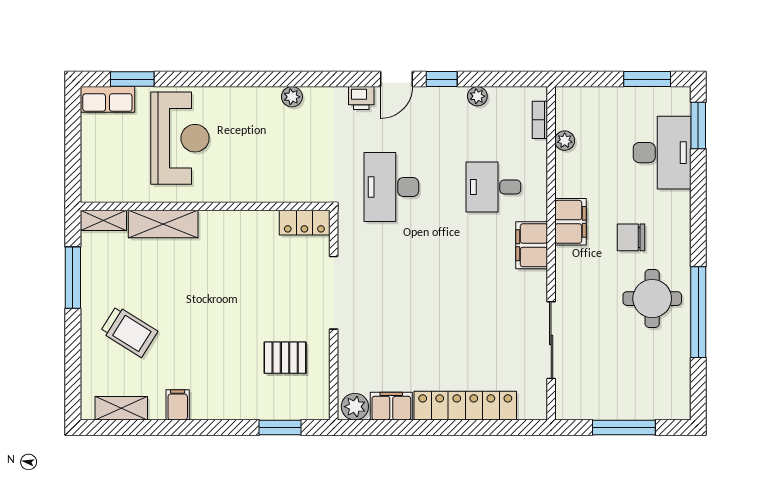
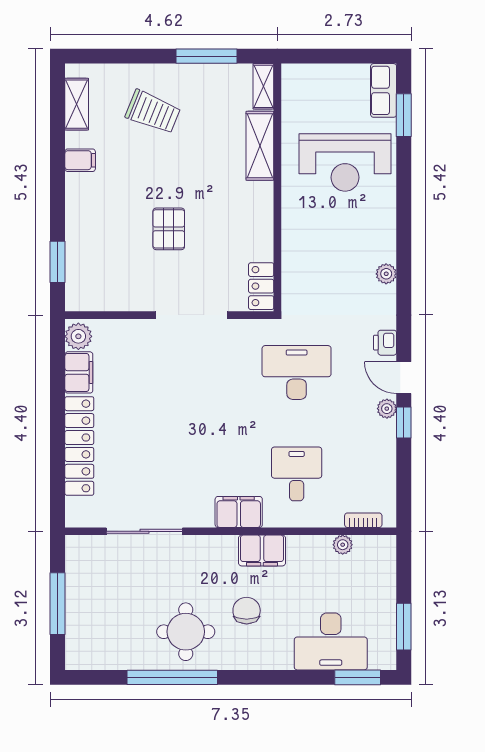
plant: (477, 96) -> (387, 409), moved
trolley: (129, 332) -> (153, 112), turned -100
pallet: (285, 358) -> (169, 229), moved

